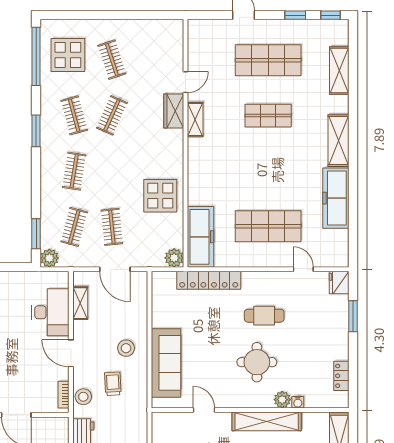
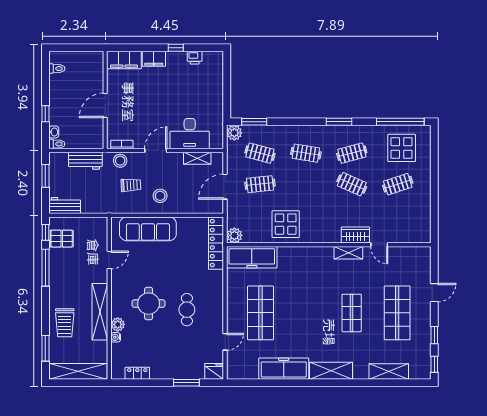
locker: (209, 280) -> (216, 243), moved

